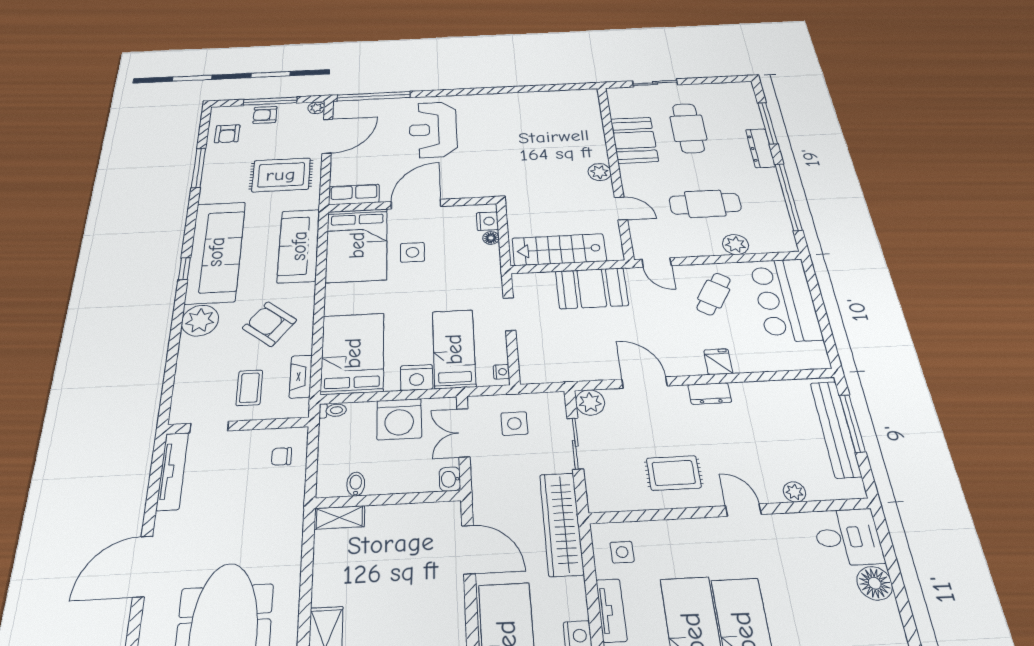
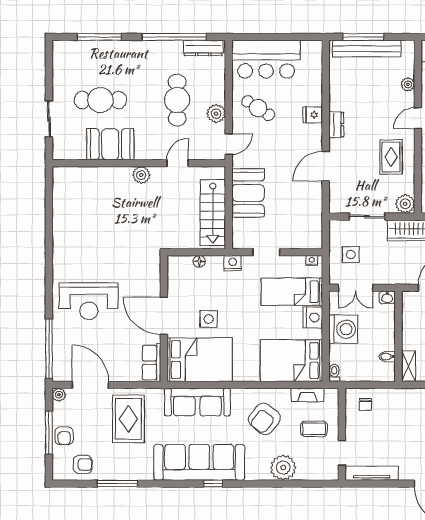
dresser: (760, 148) -> (203, 48), moved
nightstand: (487, 221) -> (233, 263), moved
plant: (736, 245) -> (216, 114), moved
plant: (200, 321) -> (283, 468), moved
plant: (590, 402) -> (405, 204), moved

